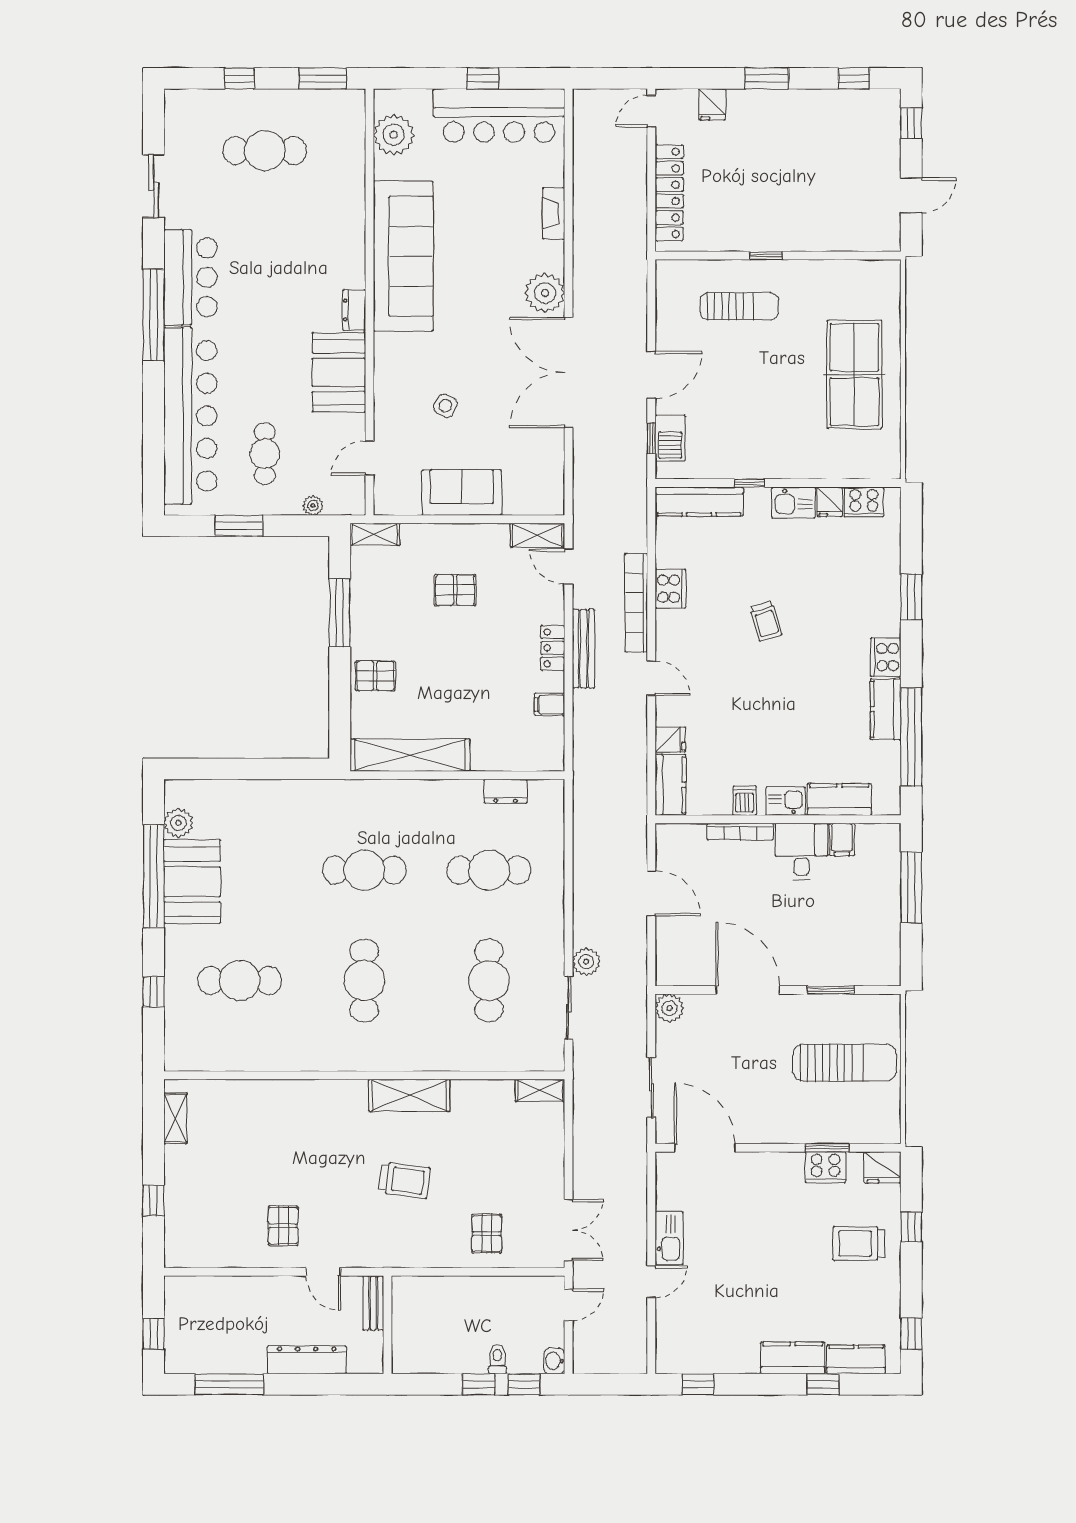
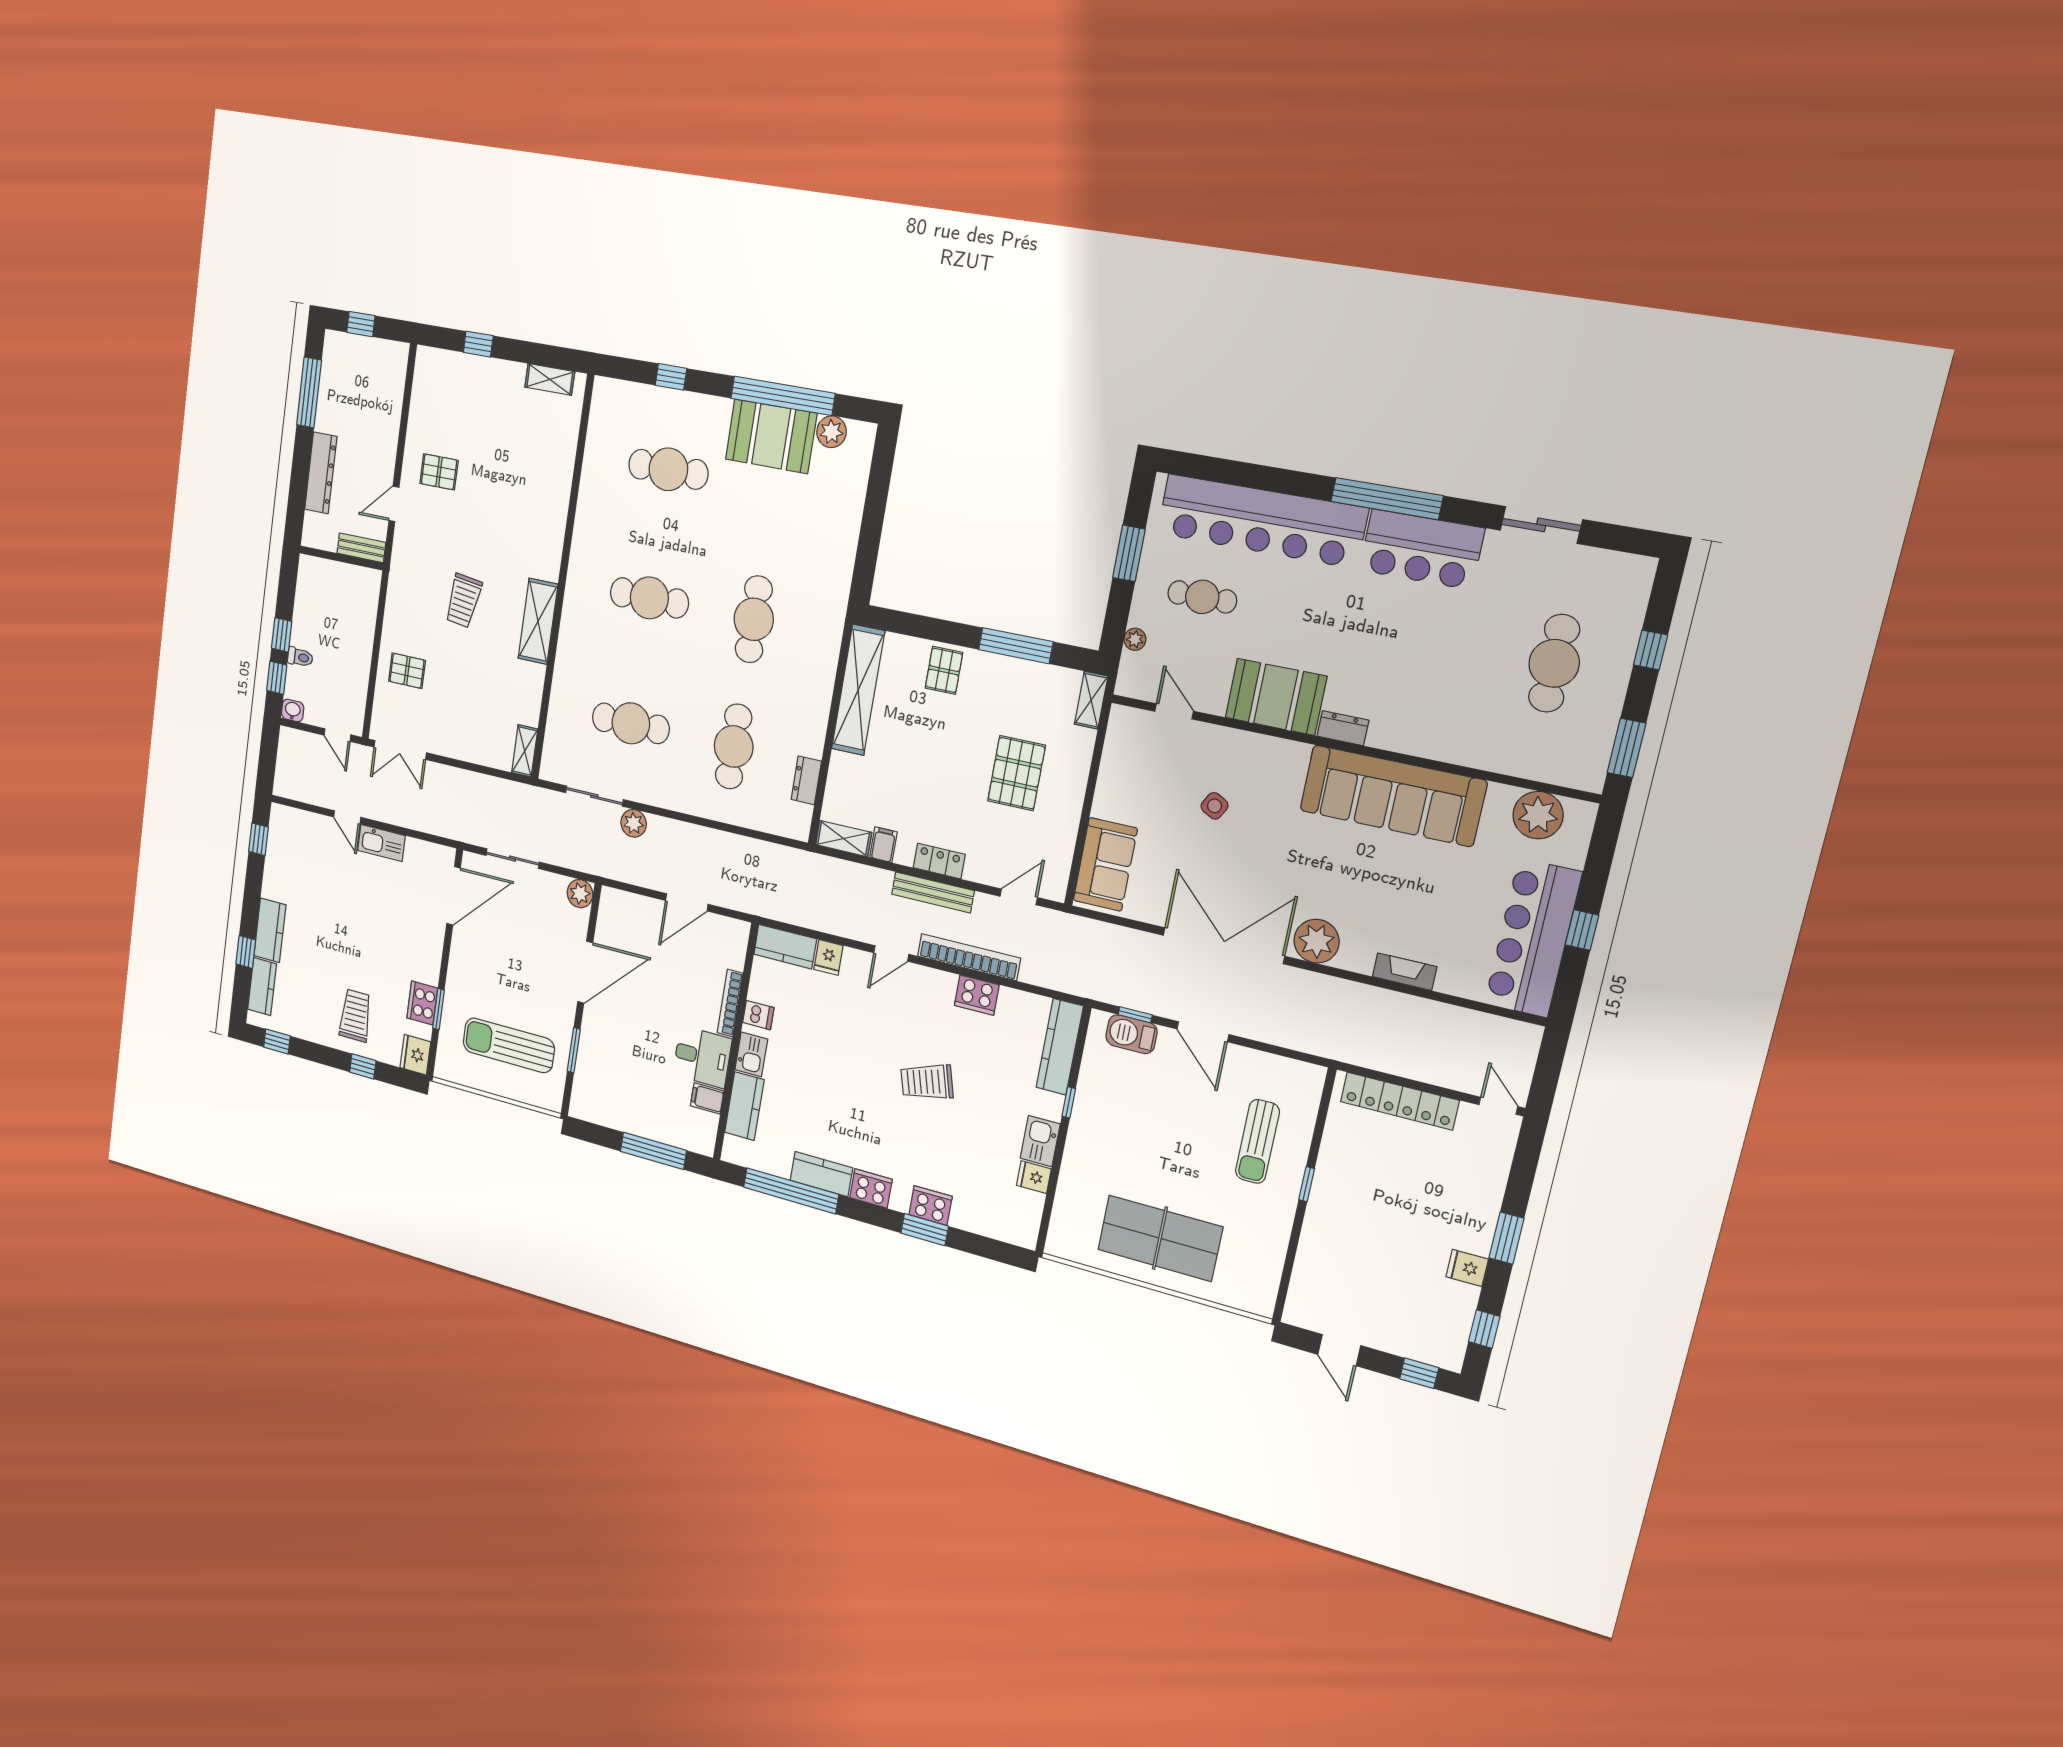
fridge: (712, 105) -> (1467, 1268), moved
sofa: (462, 493) -> (1105, 864), moved
cooker: (864, 502) -> (930, 1206), moved, turned 90
shelving: (537, 535) -> (844, 839), moved, turned 90
pallet: (455, 590) -> (1016, 773), width x1.50, depth x1.42
trolley: (766, 621) -> (927, 1082), width x1.36, depth x1.39
cafe table: (240, 980) -> (668, 469), turned 90
sun lounger: (845, 1063) -> (509, 1045), turned 90

